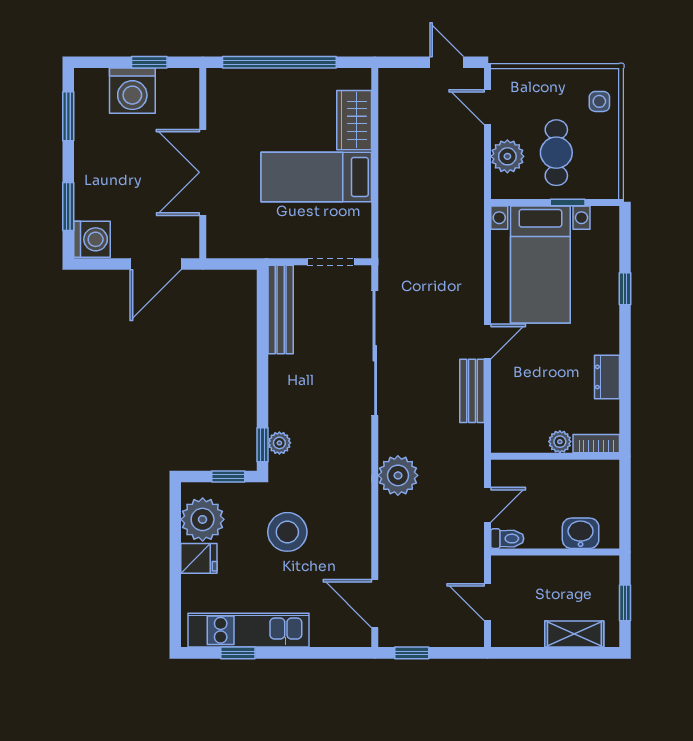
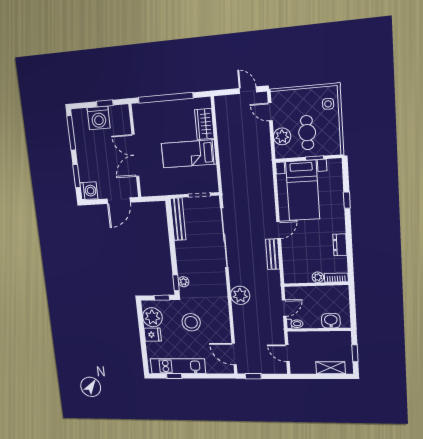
window: (68, 116) -> (71, 133), width x1.44

